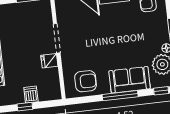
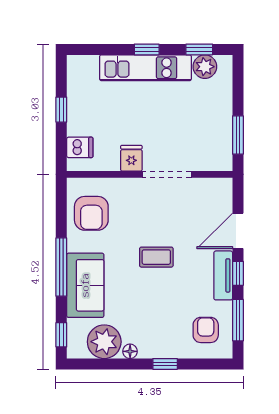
coffee table: (107, 39) -> (156, 257), added
dishwasher: (31, 95) -> (80, 147), moved

